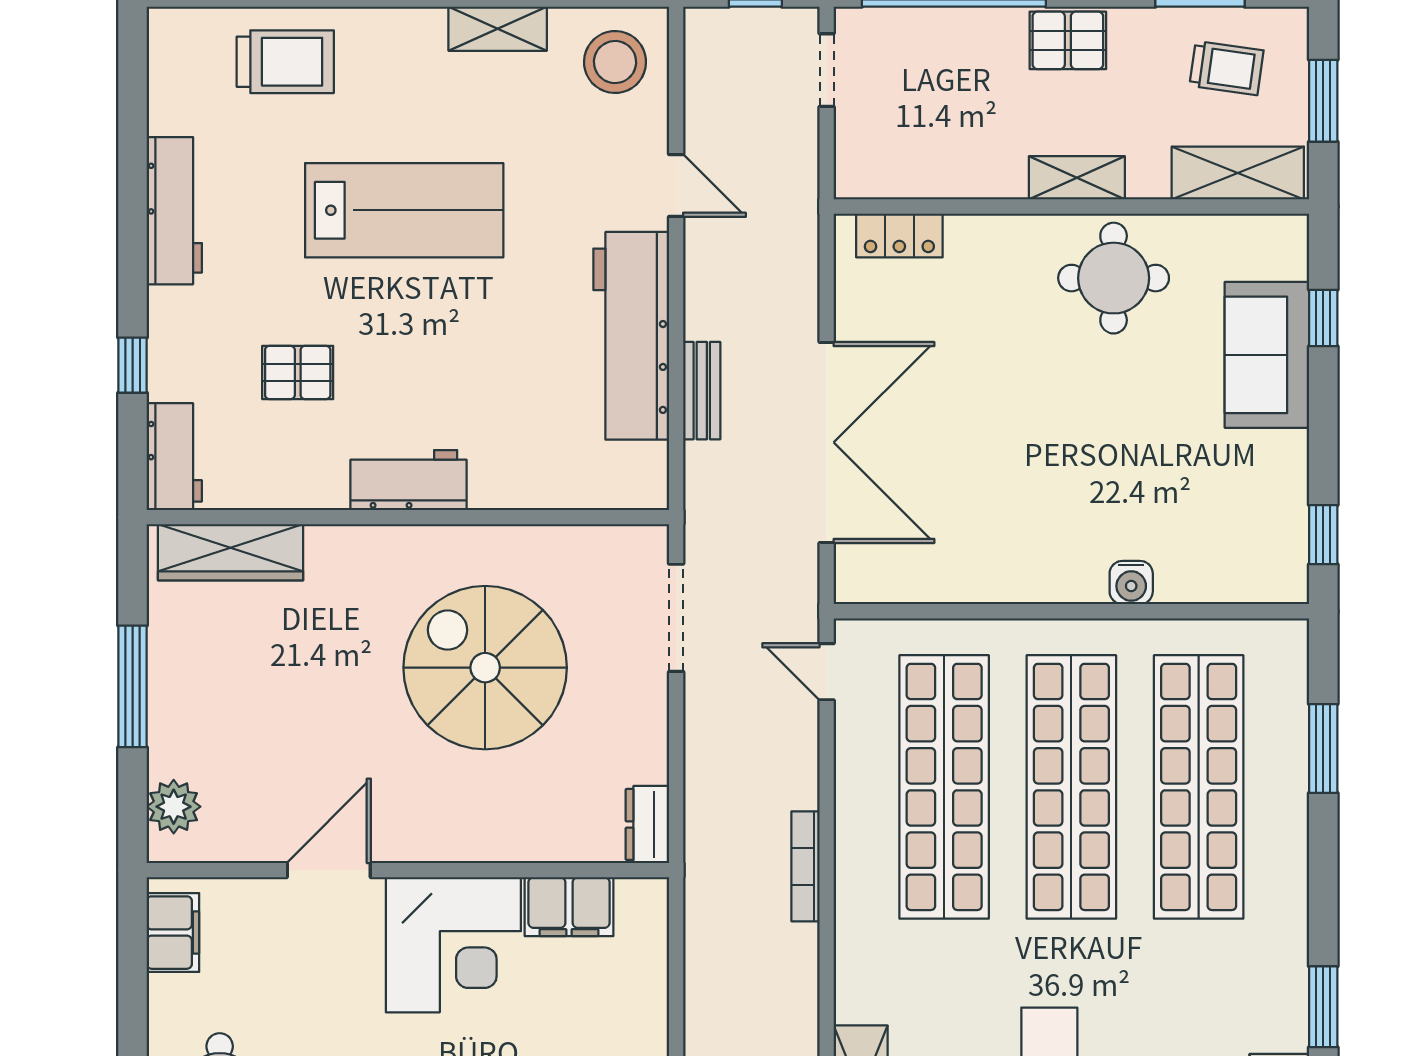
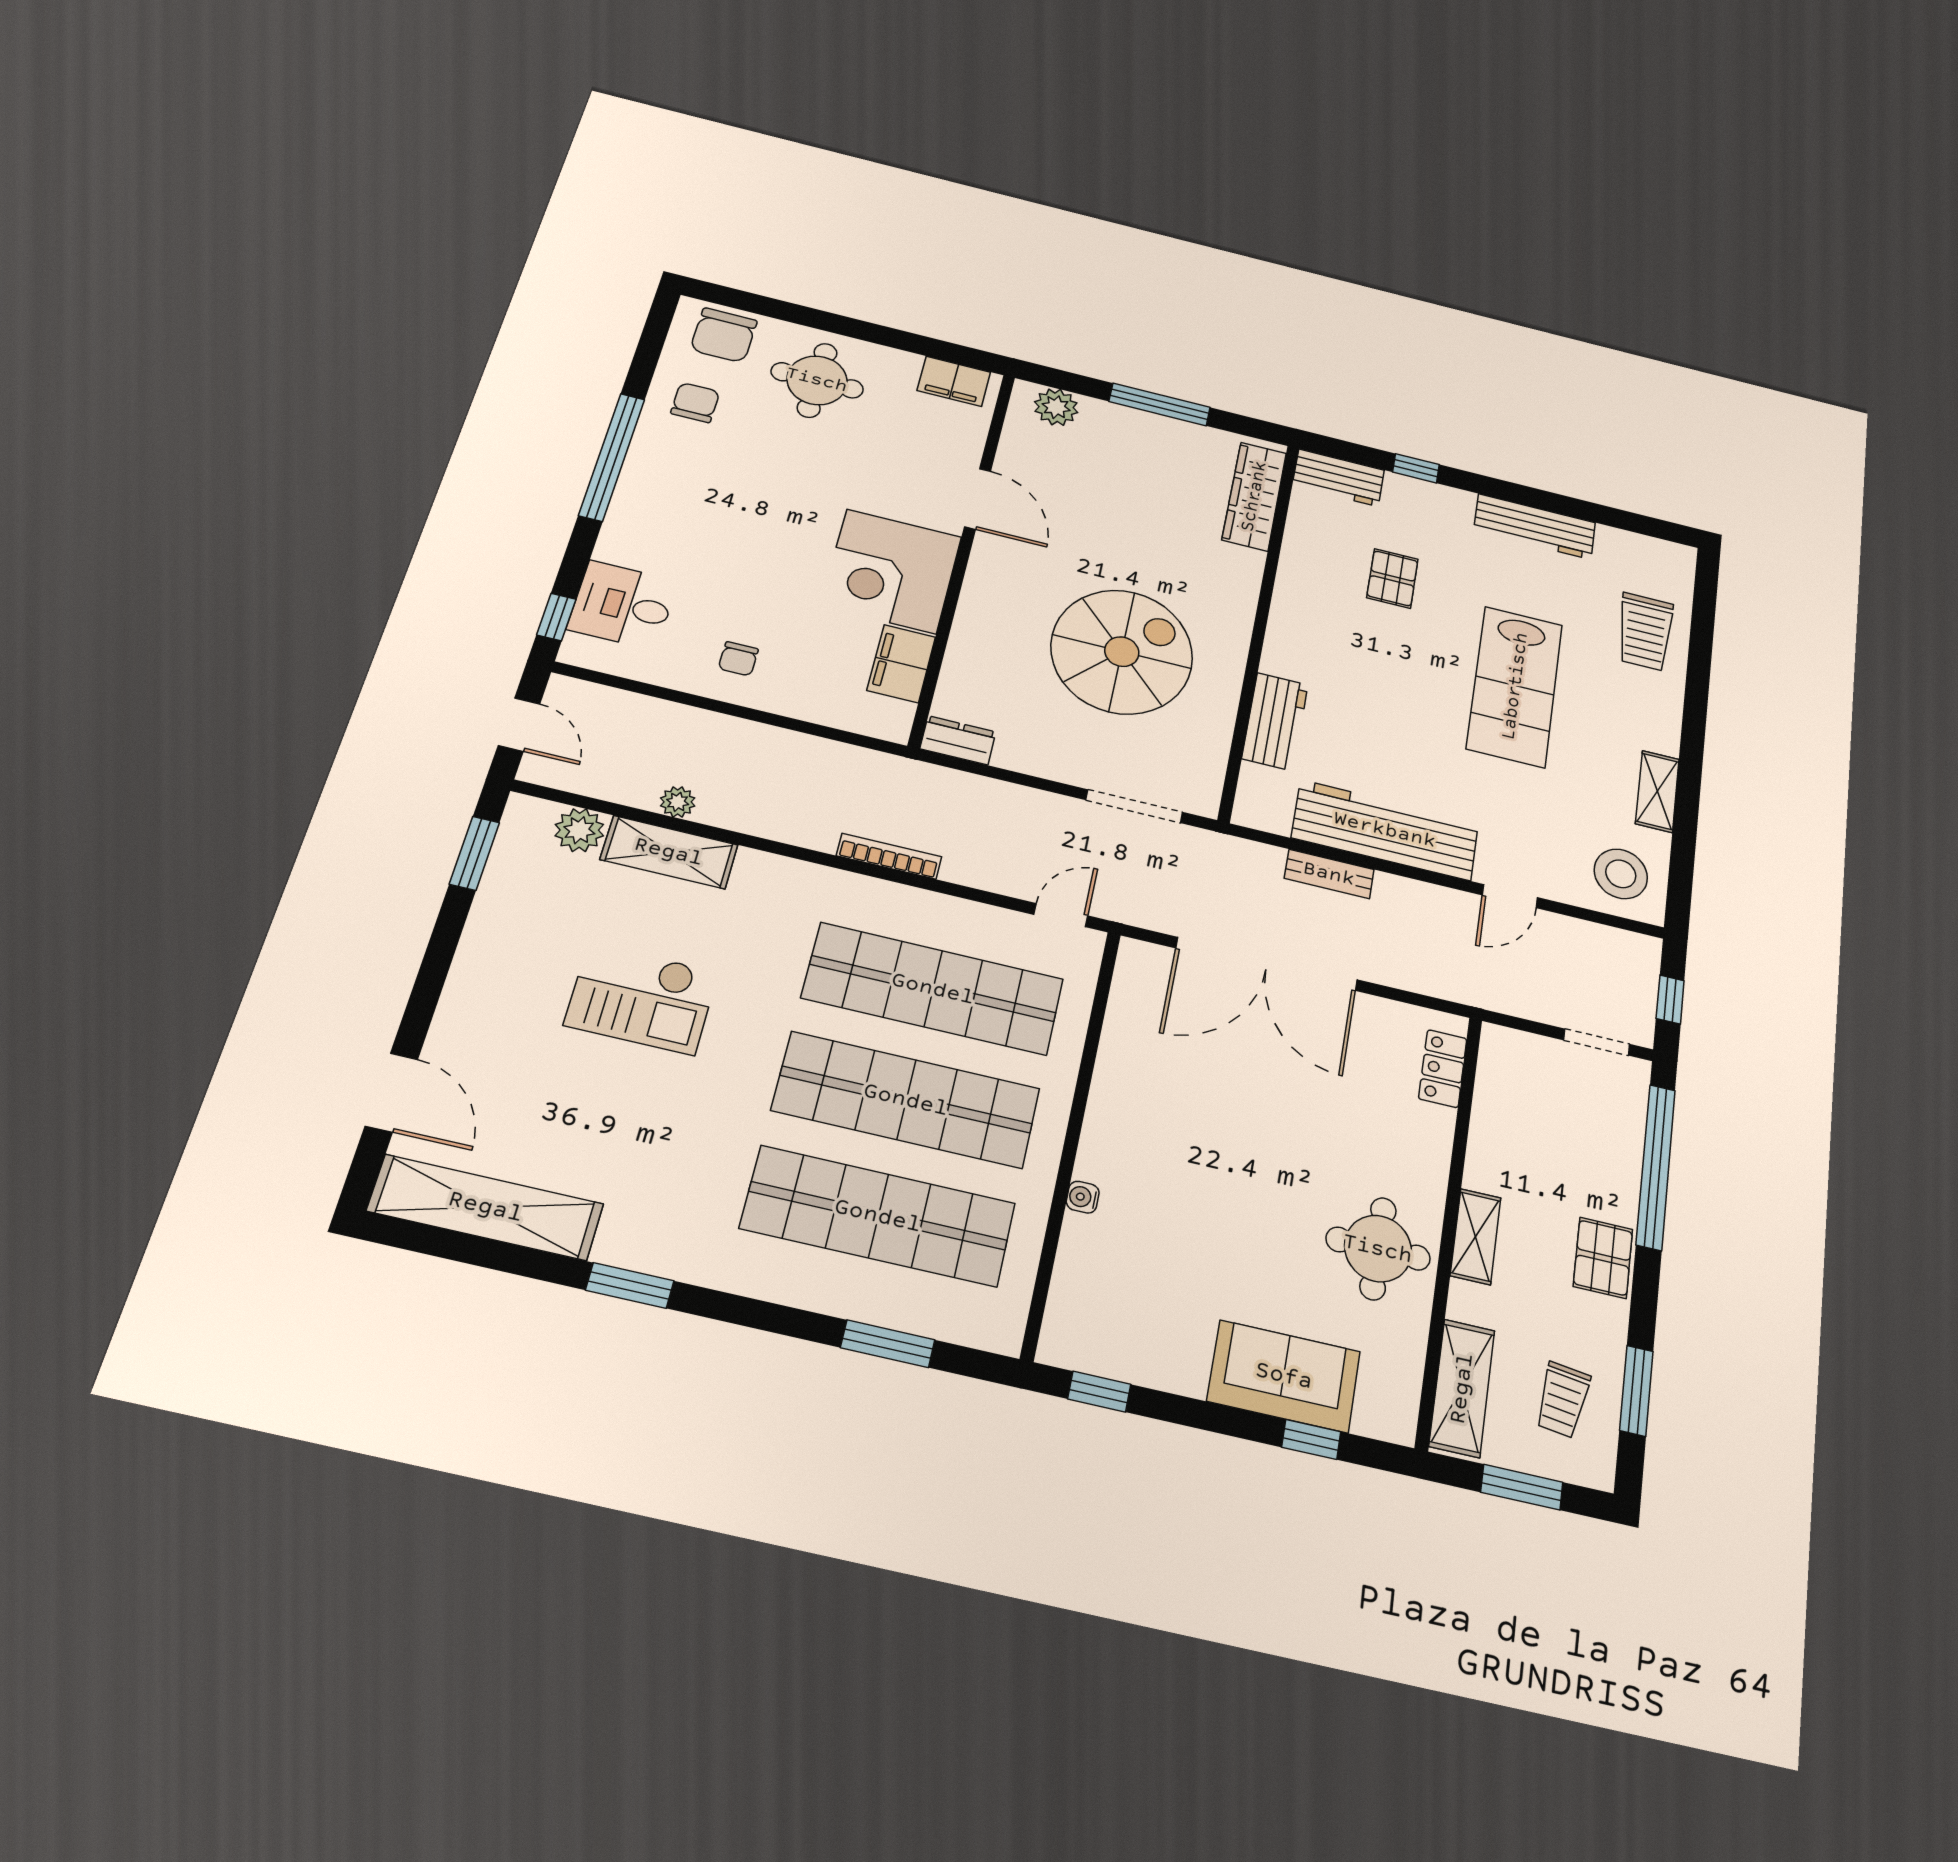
workbench: (408, 480) -> (1275, 722), moved
water cooler: (1131, 583) -> (1083, 1197), width x0.72, depth x0.72

